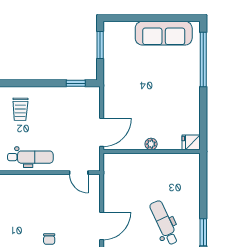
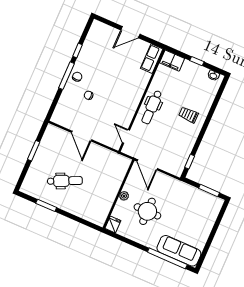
sofa: (164, 33) -> (179, 251), moved, turned 90
round table: (157, 108) -> (147, 211), added
door: (79, 173) -> (126, 136), hinge flipped

